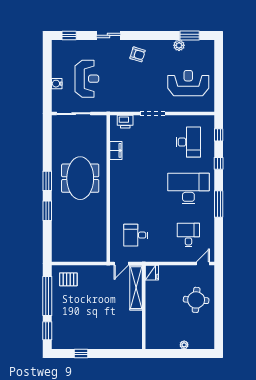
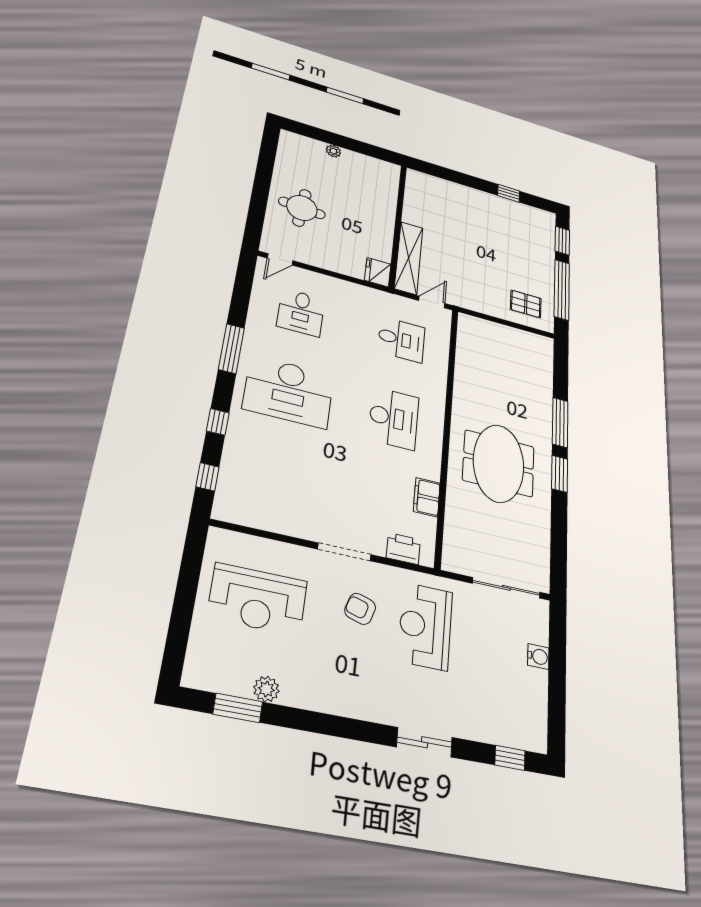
armchair: (138, 54) -> (360, 609), moved
reception desk: (87, 79) -> (425, 626), moved
desk: (188, 142) -> (394, 418), moved, turned 180
window: (47, 211) -> (560, 423), width x1.44

